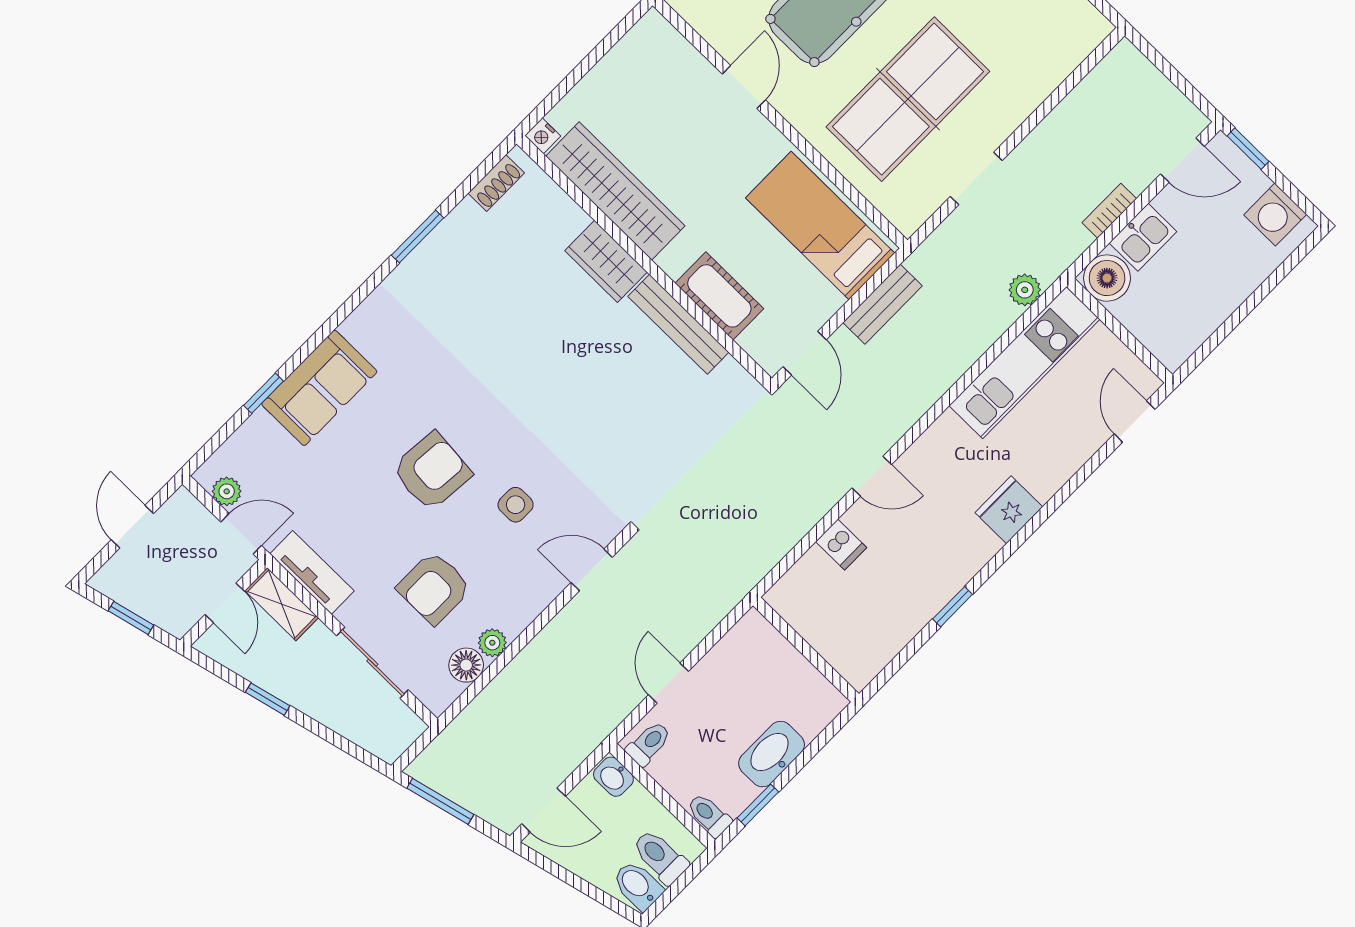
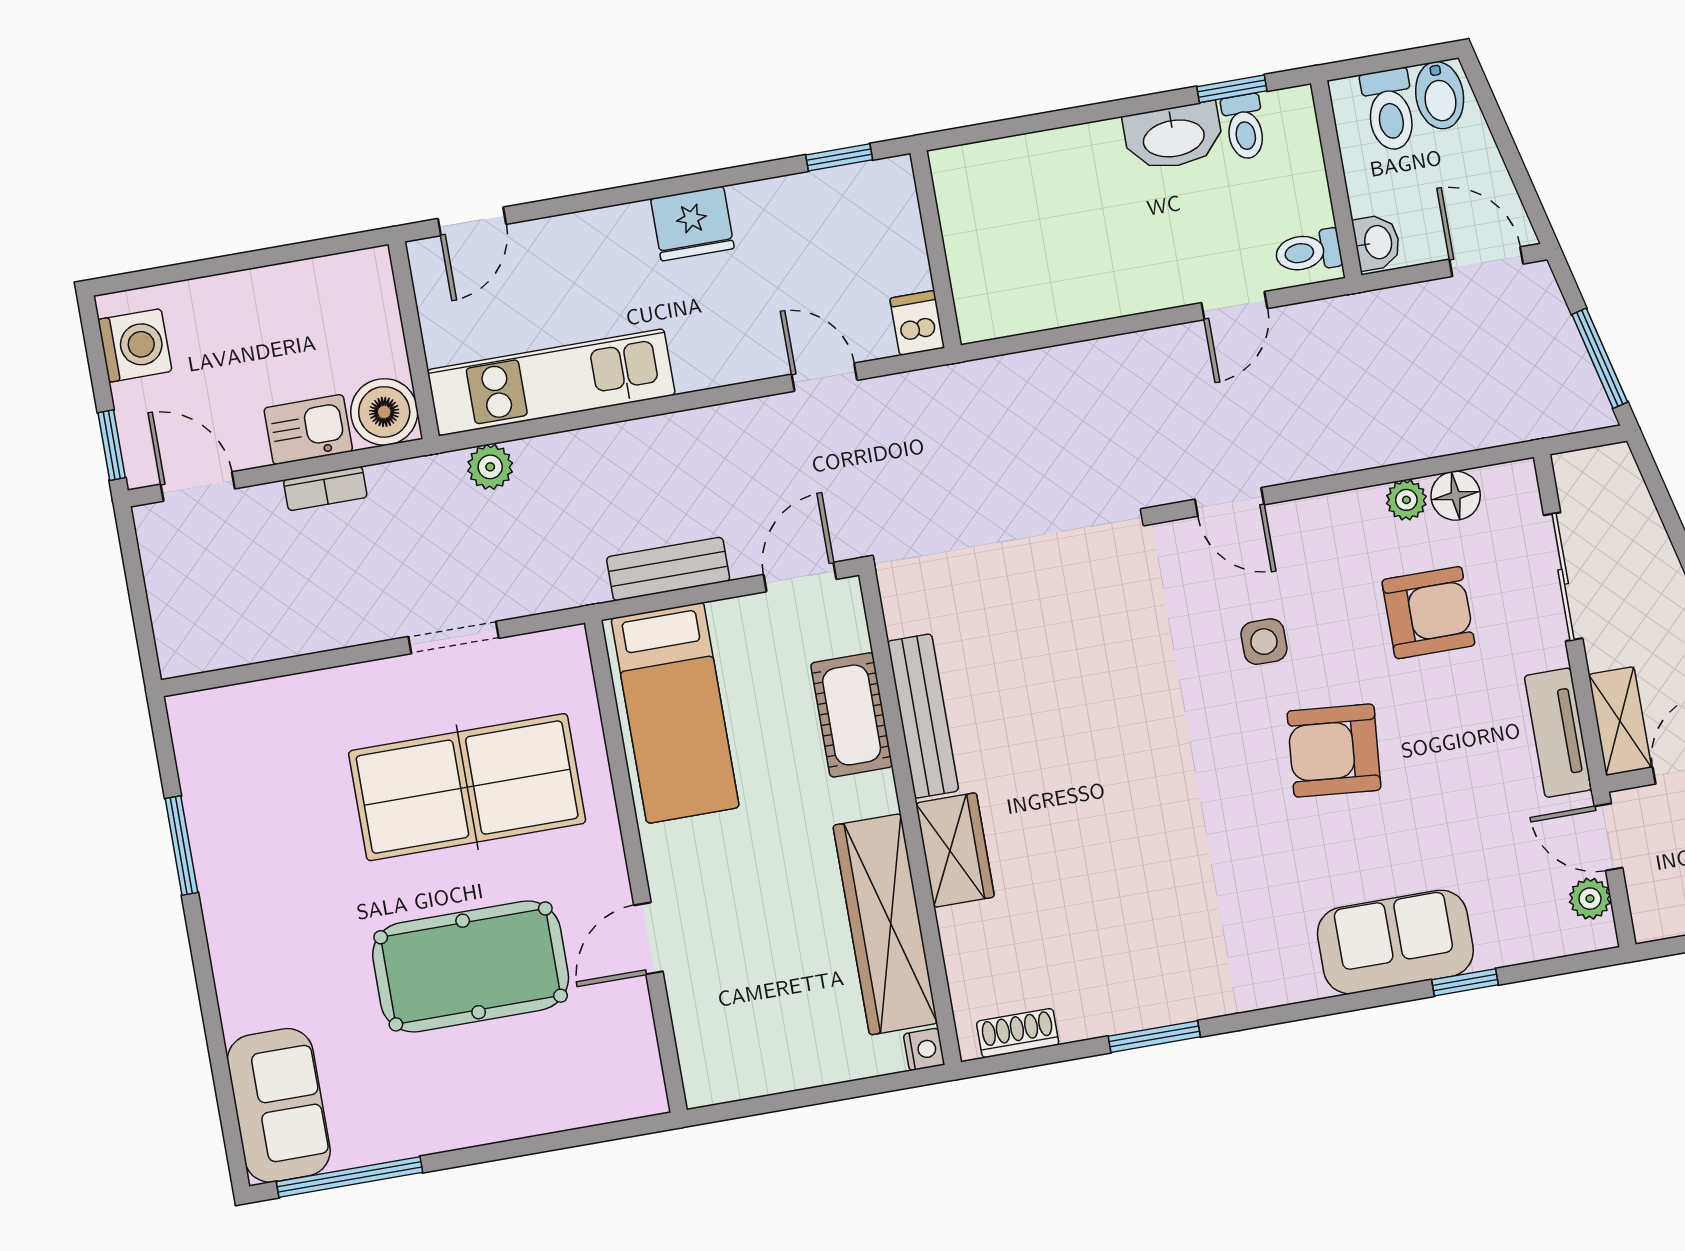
wall: (806, 650) -> (936, 249), moved
toilet: (709, 815) -> (1244, 127), moved

